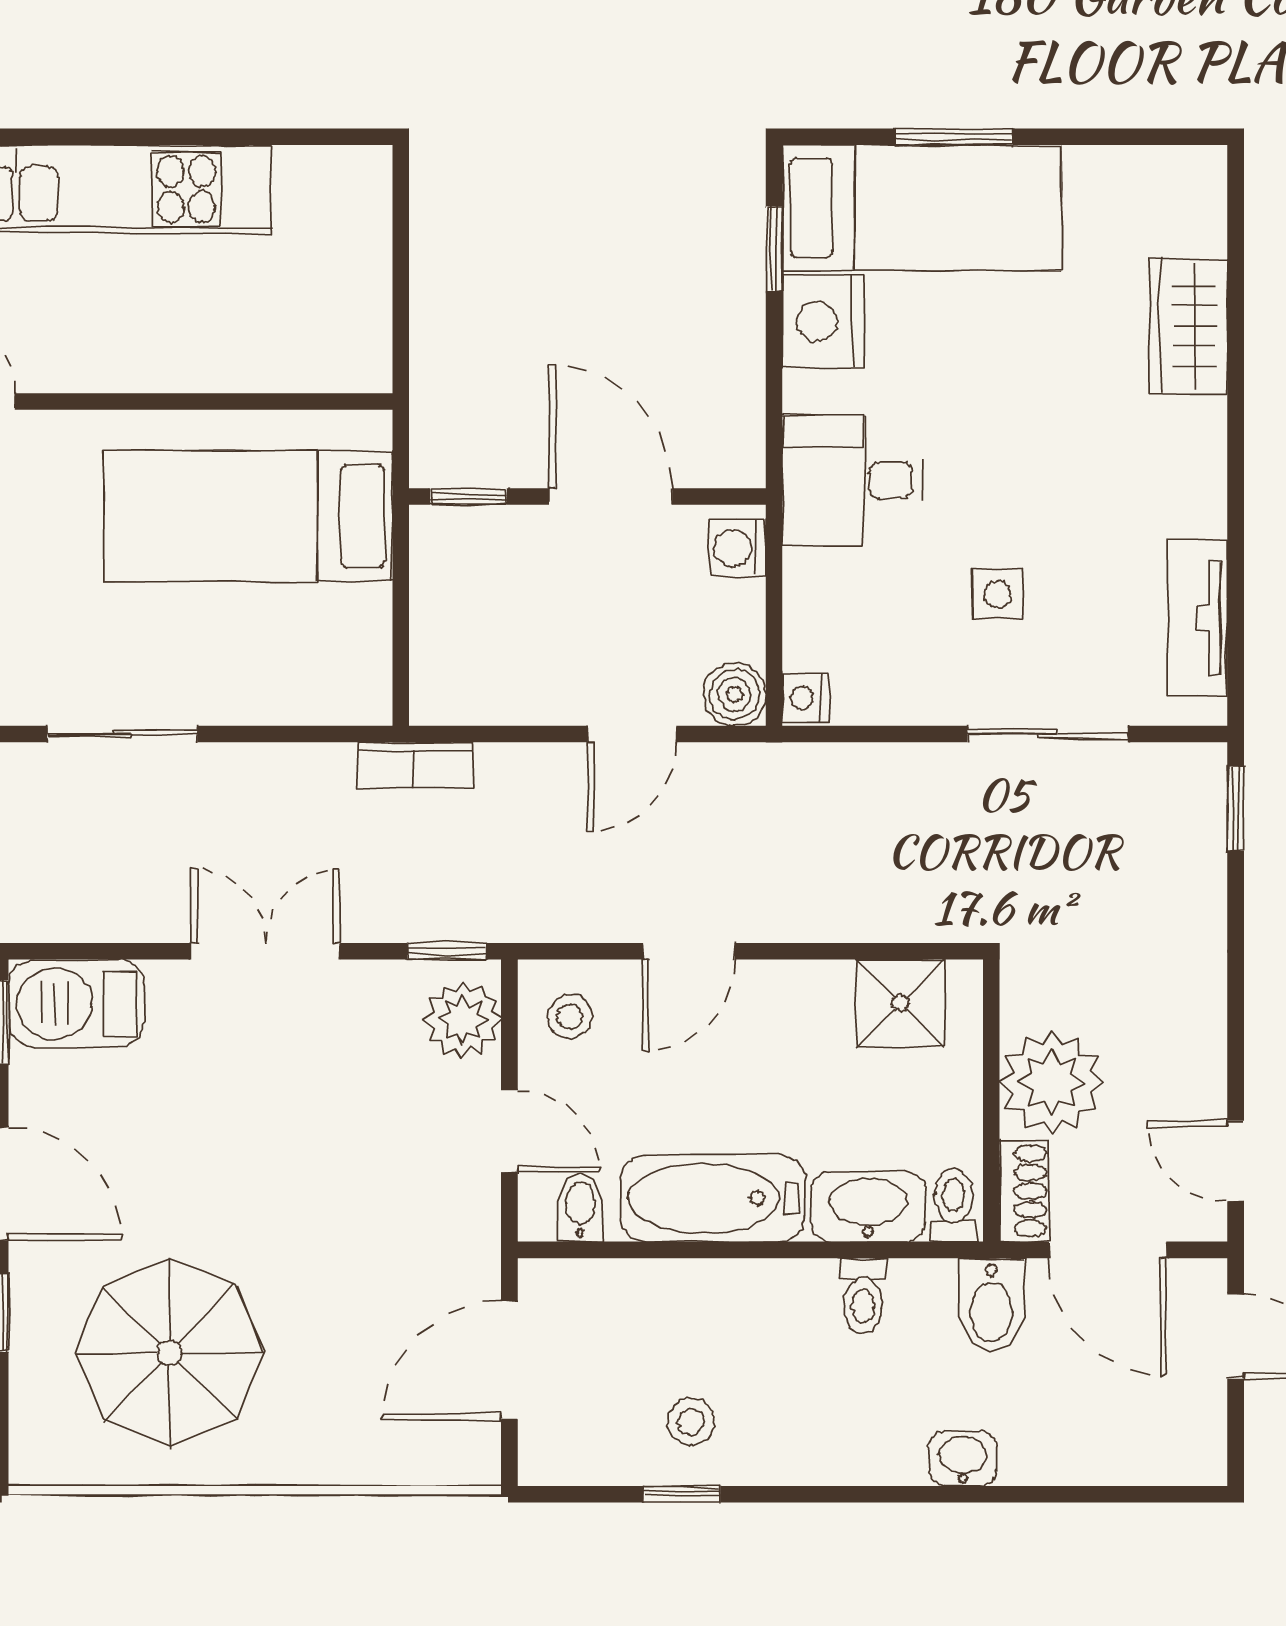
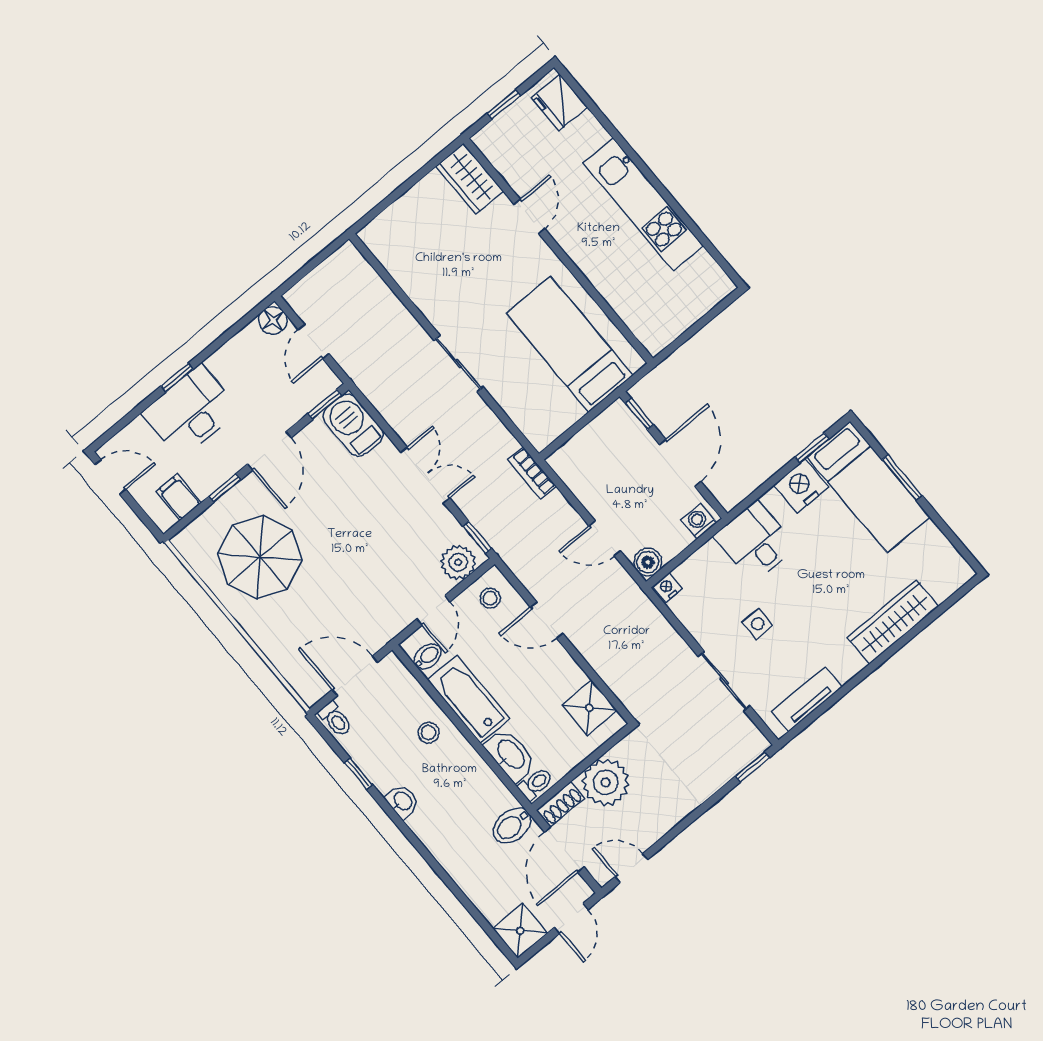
wardrobe: (1188, 326) -> (893, 622), width x1.50
door: (1236, 1161) -> (632, 868), hinge flipped
toilet: (863, 1296) -> (335, 719), moved, turned -90
stool: (691, 1422) -> (429, 733), moved
shower: (1183, 1442) -> (520, 931), added
washbasin: (963, 1459) -> (402, 801), moved

